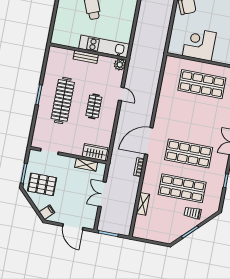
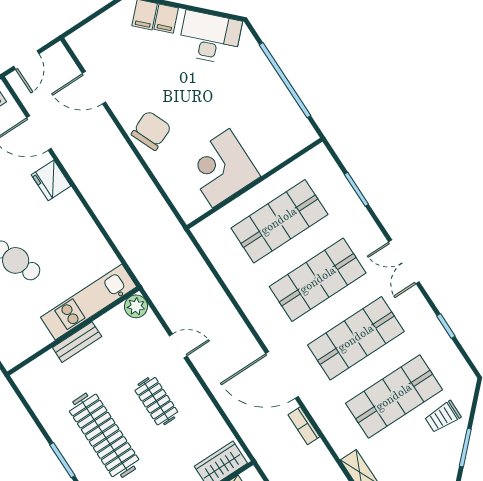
shop shelf: (195, 119) -> (318, 280), added
door: (149, 141) -> (282, 375), hinge flipped

